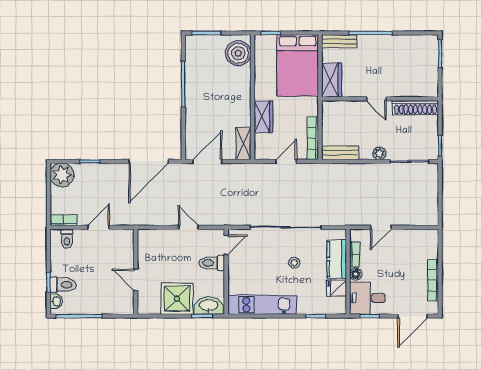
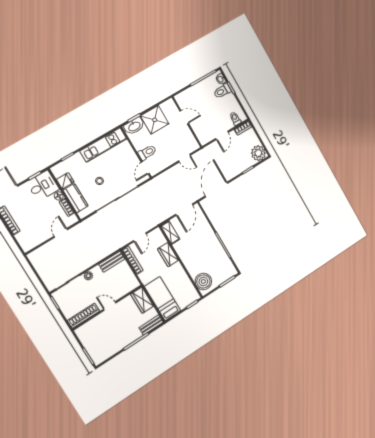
bed: (298, 65) -> (162, 299), width x0.67
door: (188, 227) -> (184, 158), moved

